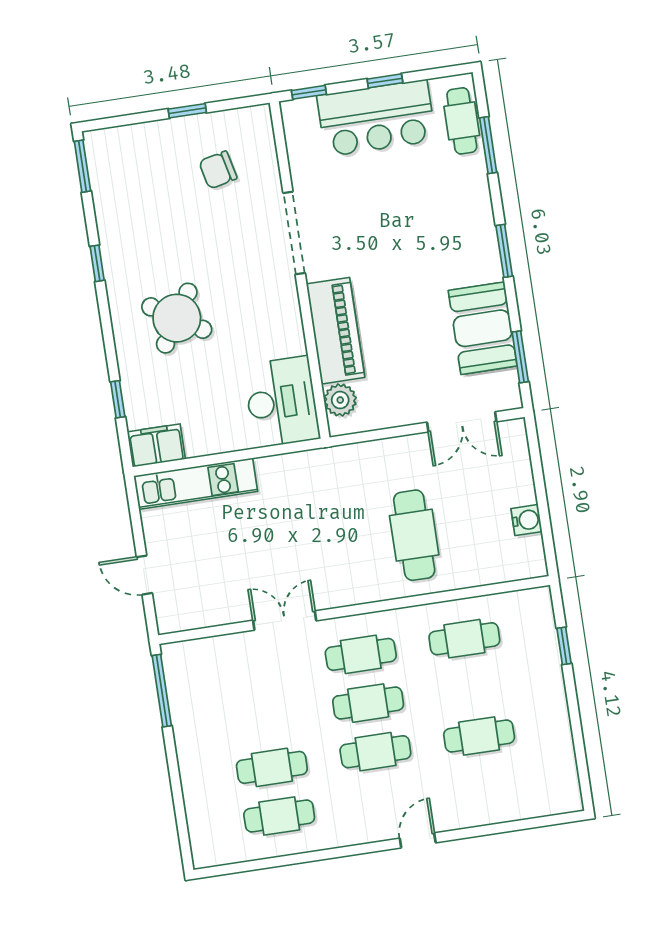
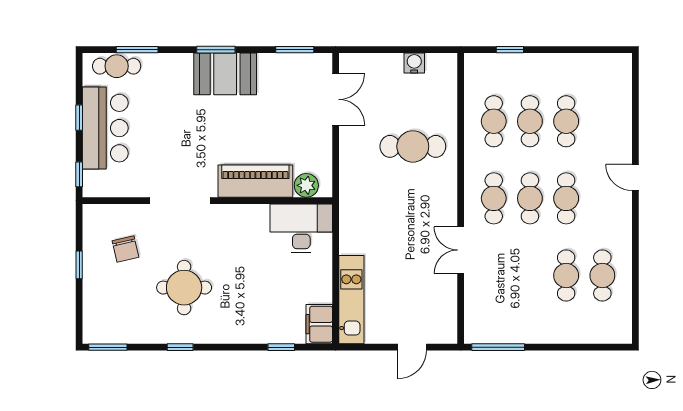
round table: (177, 318) -> (184, 288), moved, turned -32
booth: (483, 328) -> (225, 74), moved
cafe table: (472, 687) -> (530, 121), added

